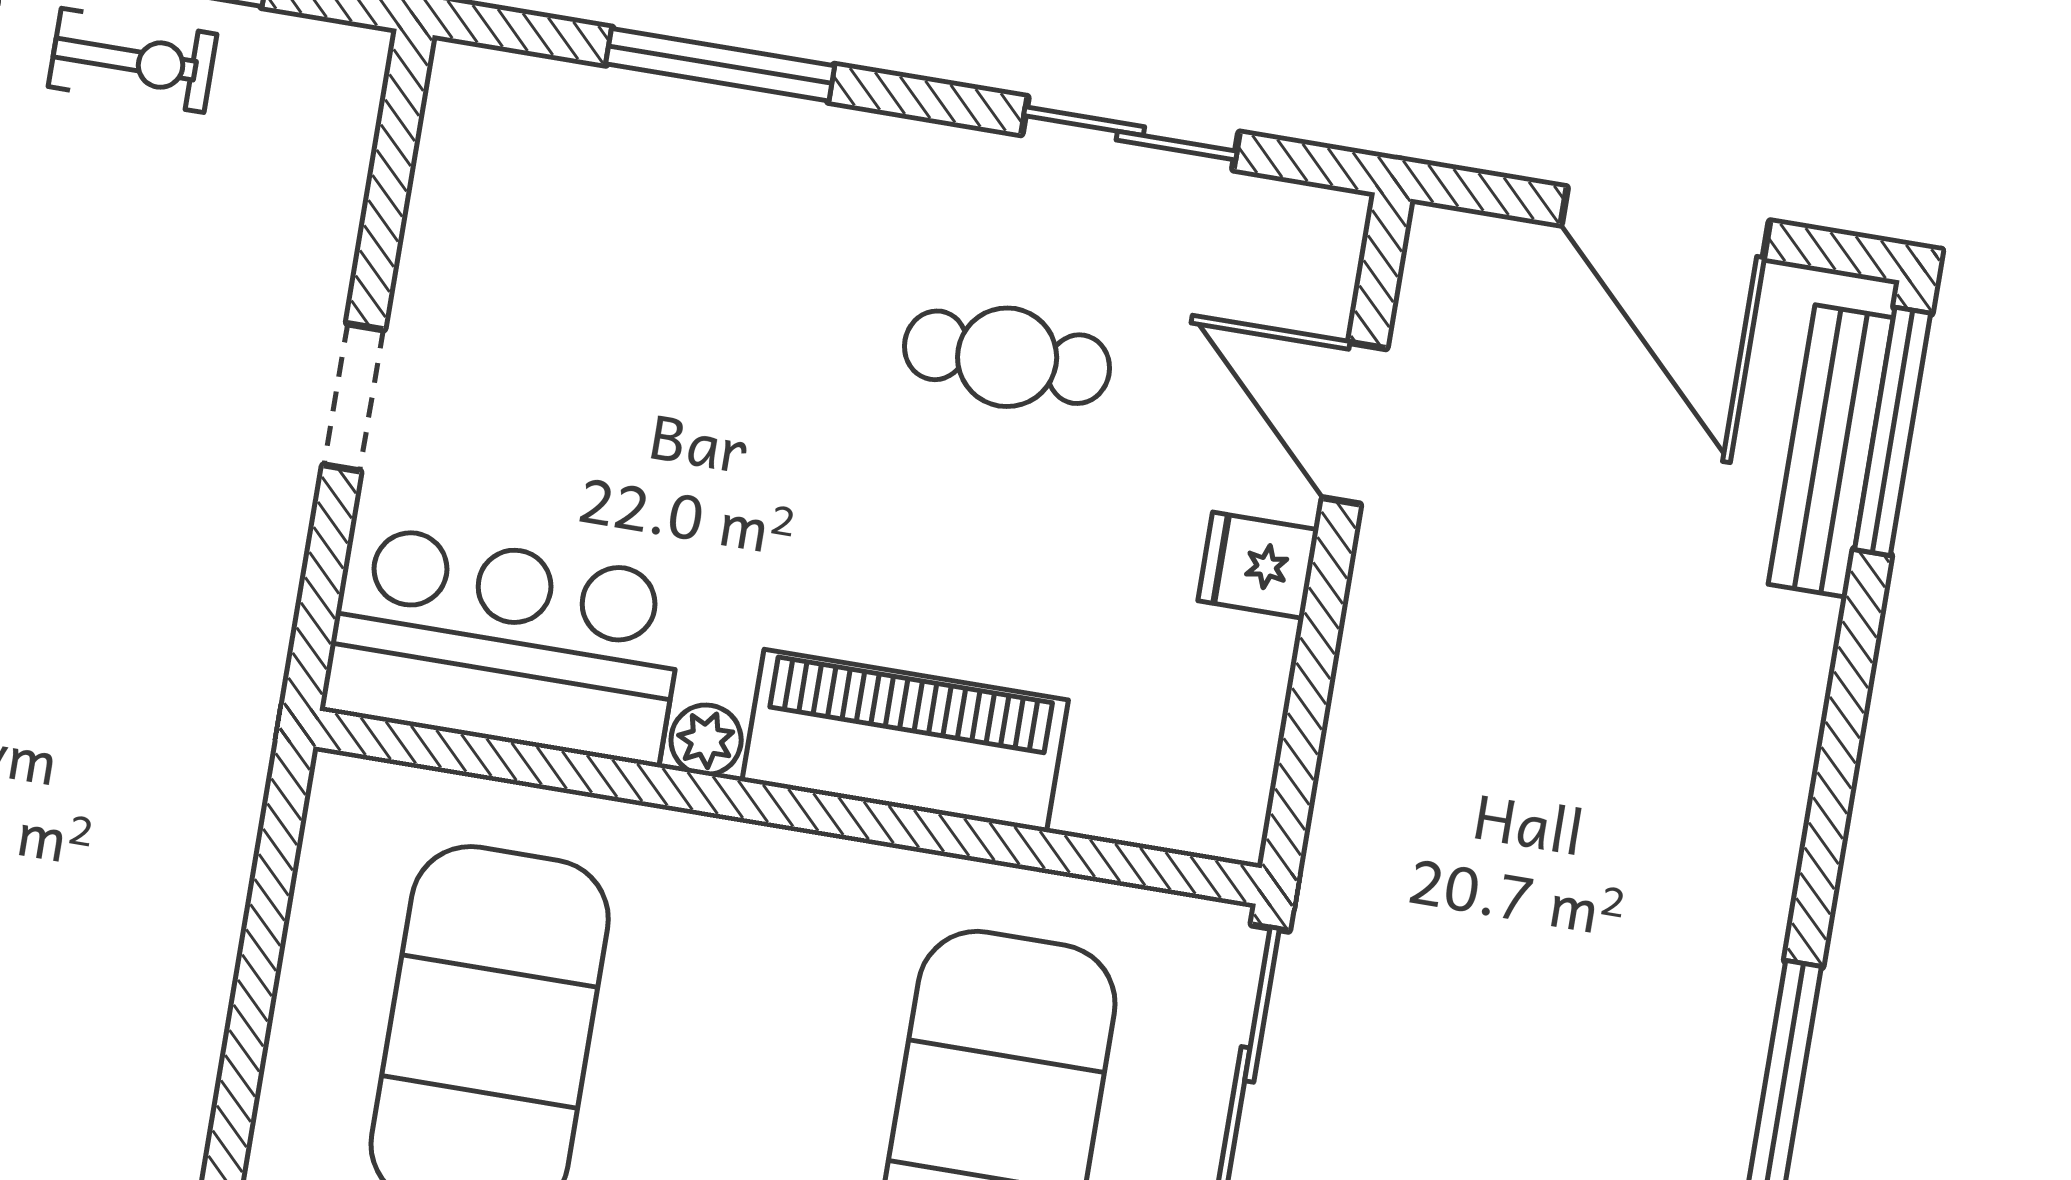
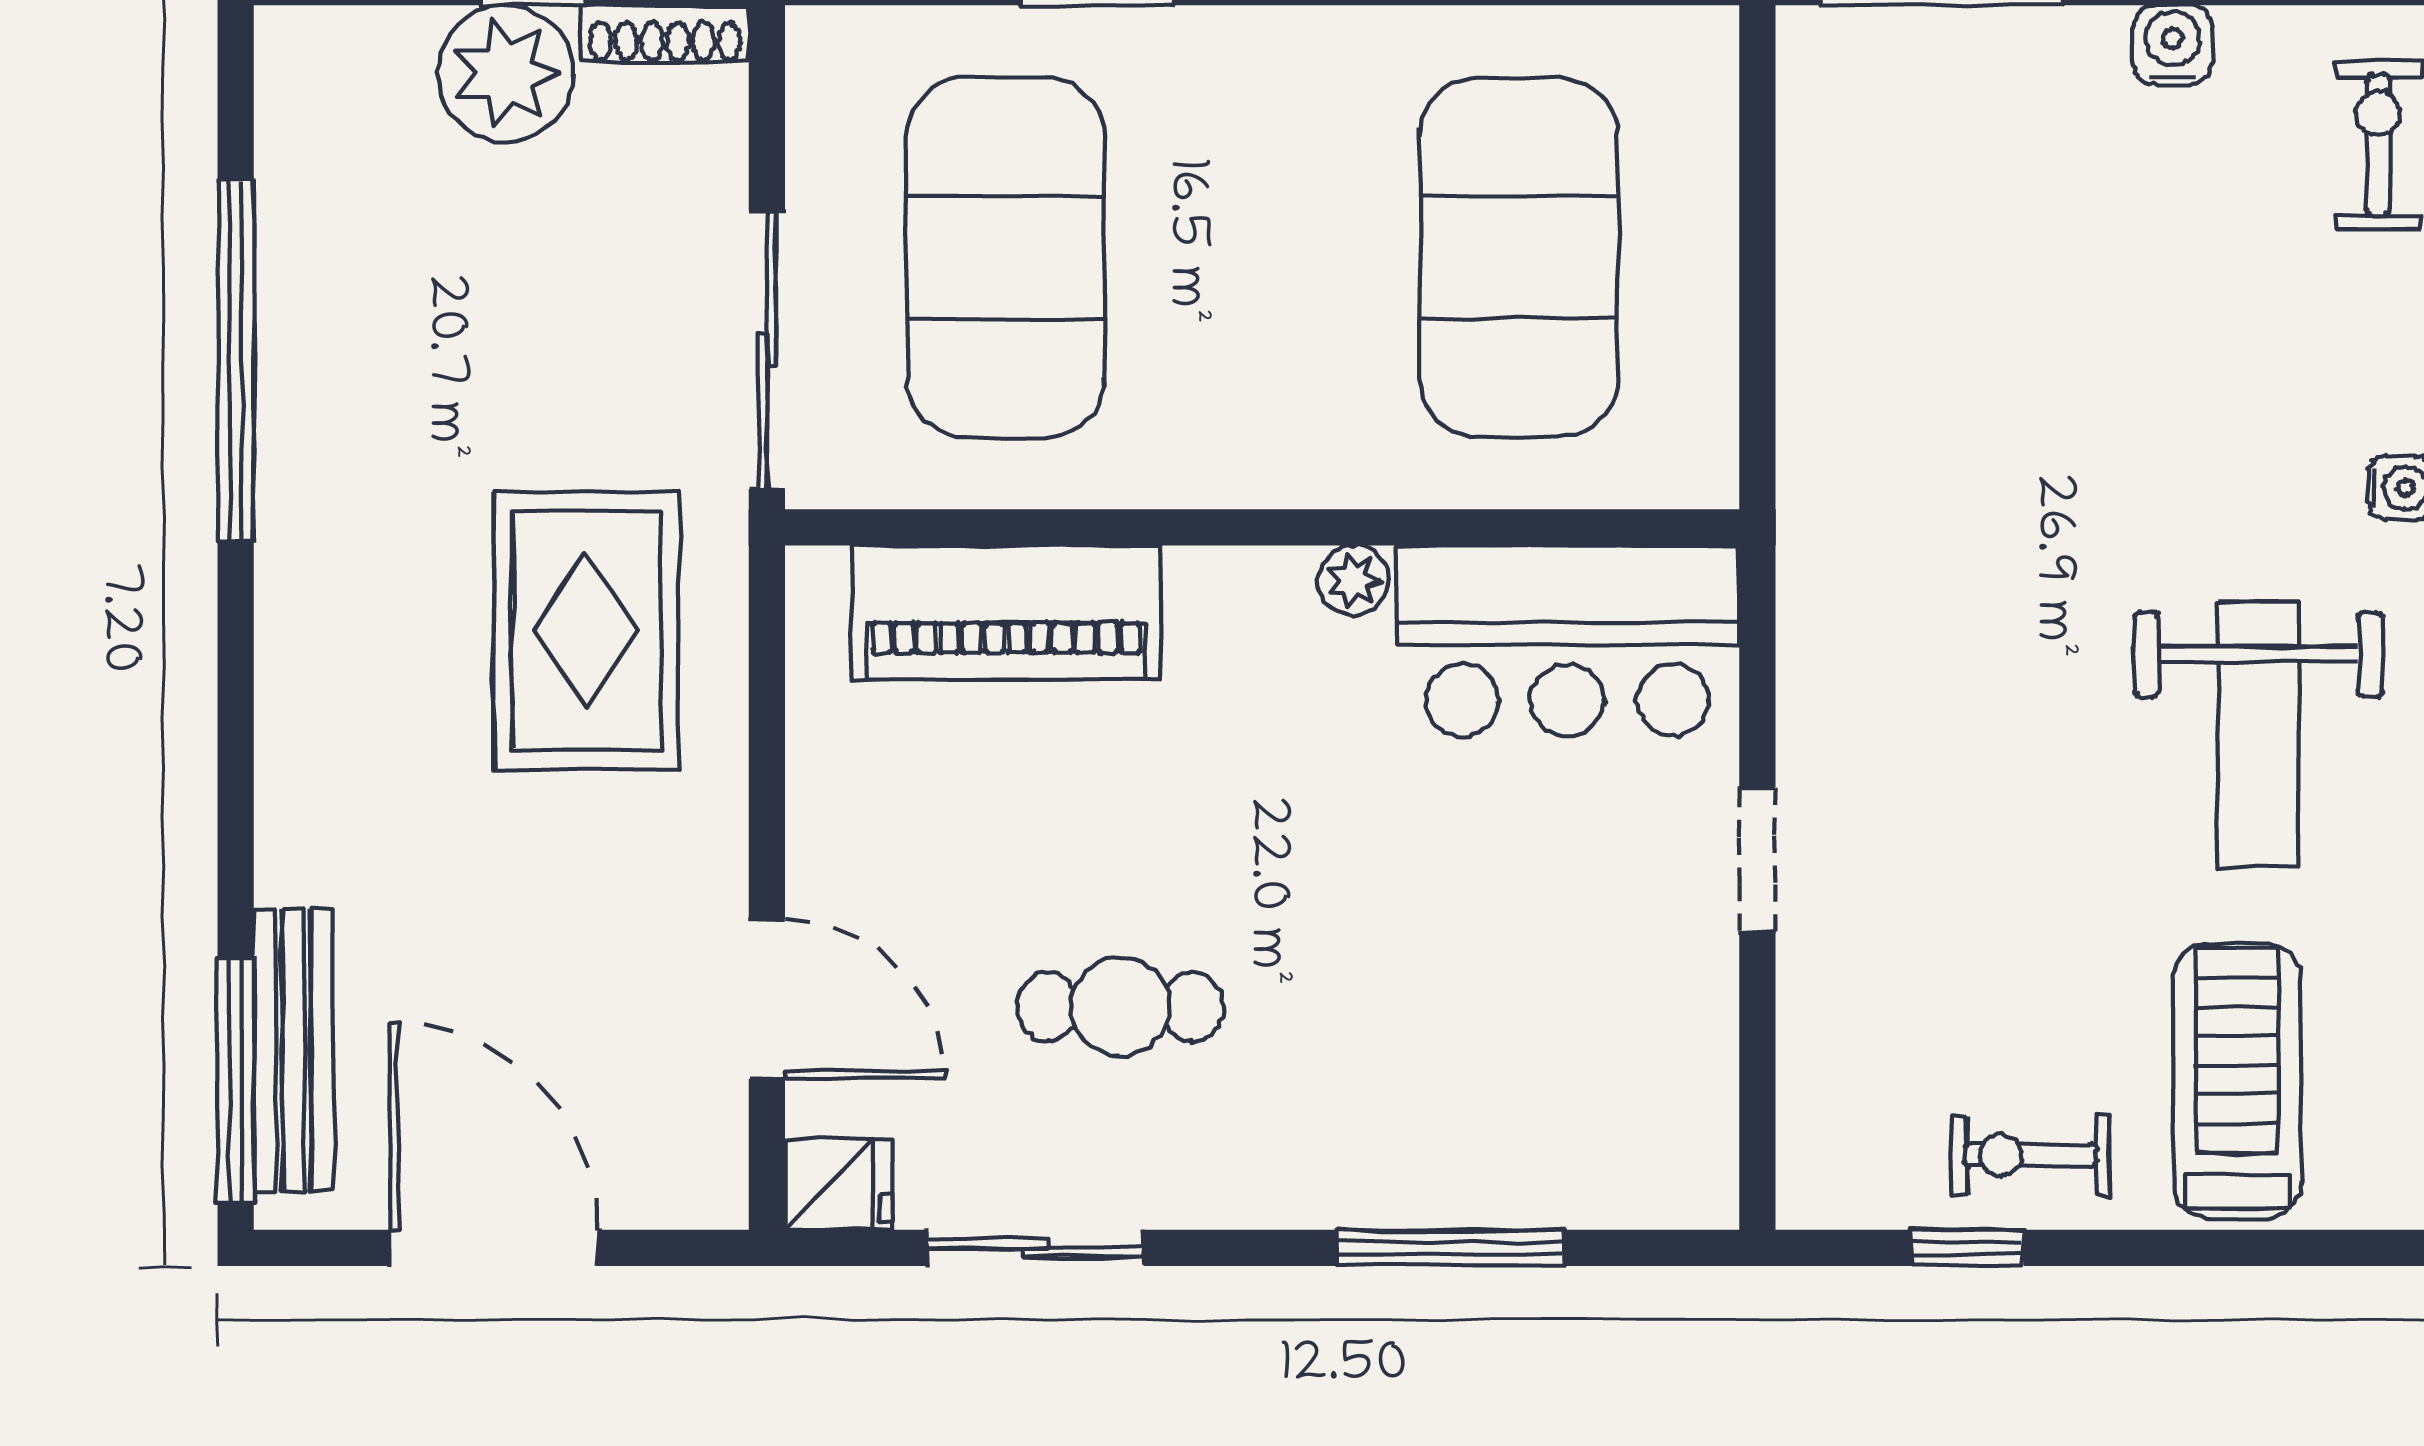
fridge: (1258, 565) -> (839, 1185), moved
piano: (905, 741) -> (1006, 612), moved
rug: (1472, 817) -> (586, 630), added

